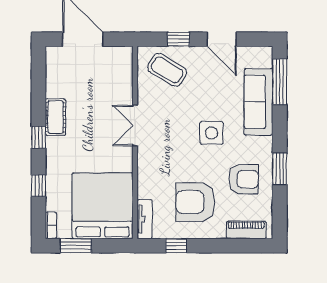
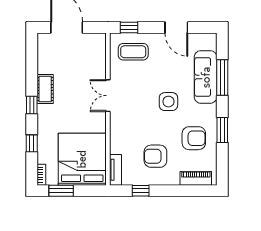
window: (179, 39) -> (129, 28), moved
coffee table: (167, 70) -> (133, 52), turned -31
window: (280, 82) -> (222, 77), moved
armchair: (195, 202) -> (155, 156), width x0.73, depth x0.73

